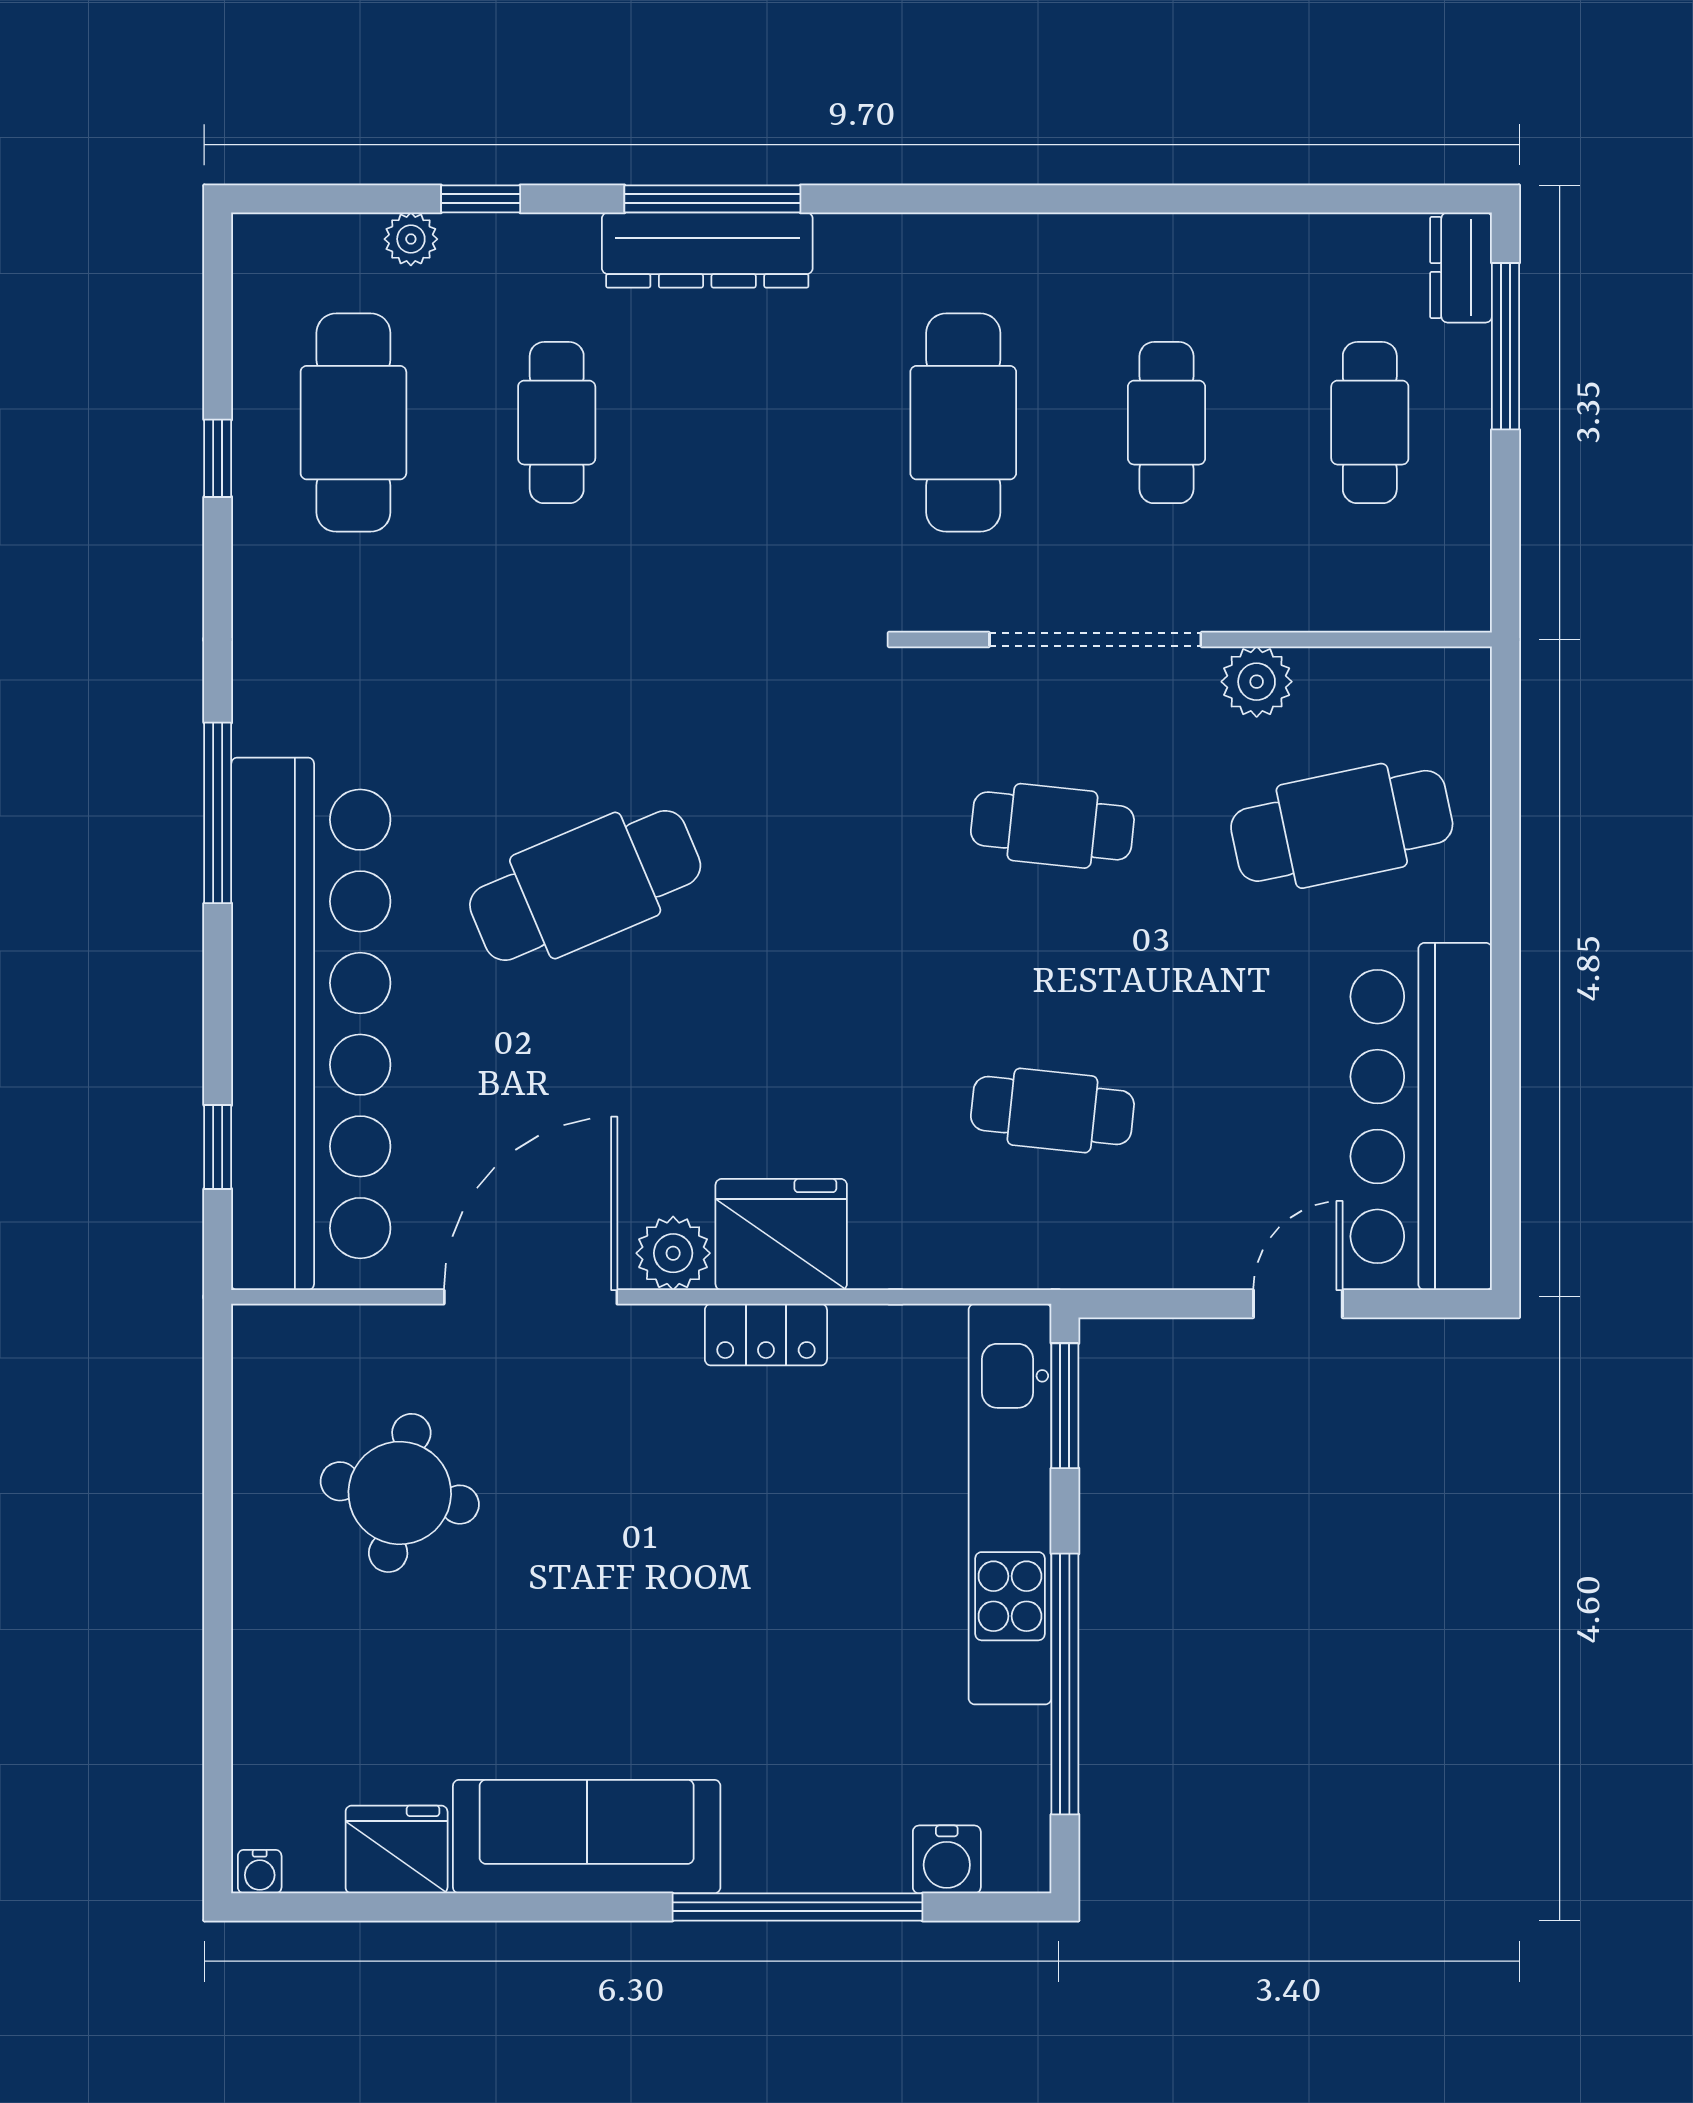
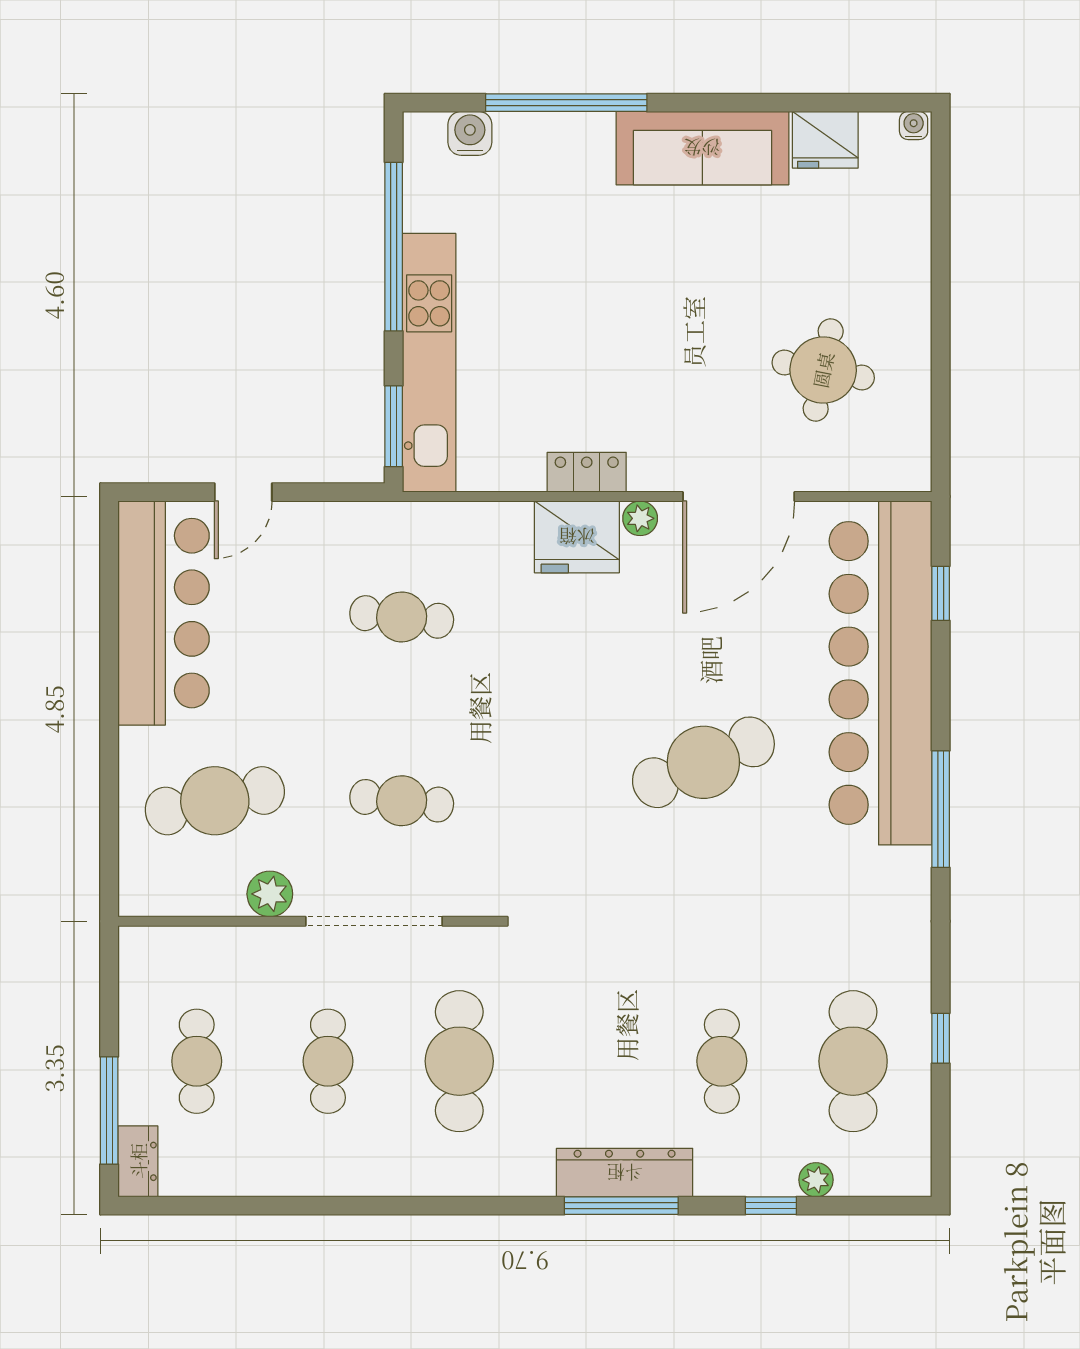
plant: (673, 1253) -> (640, 518), width x0.73, depth x0.73

